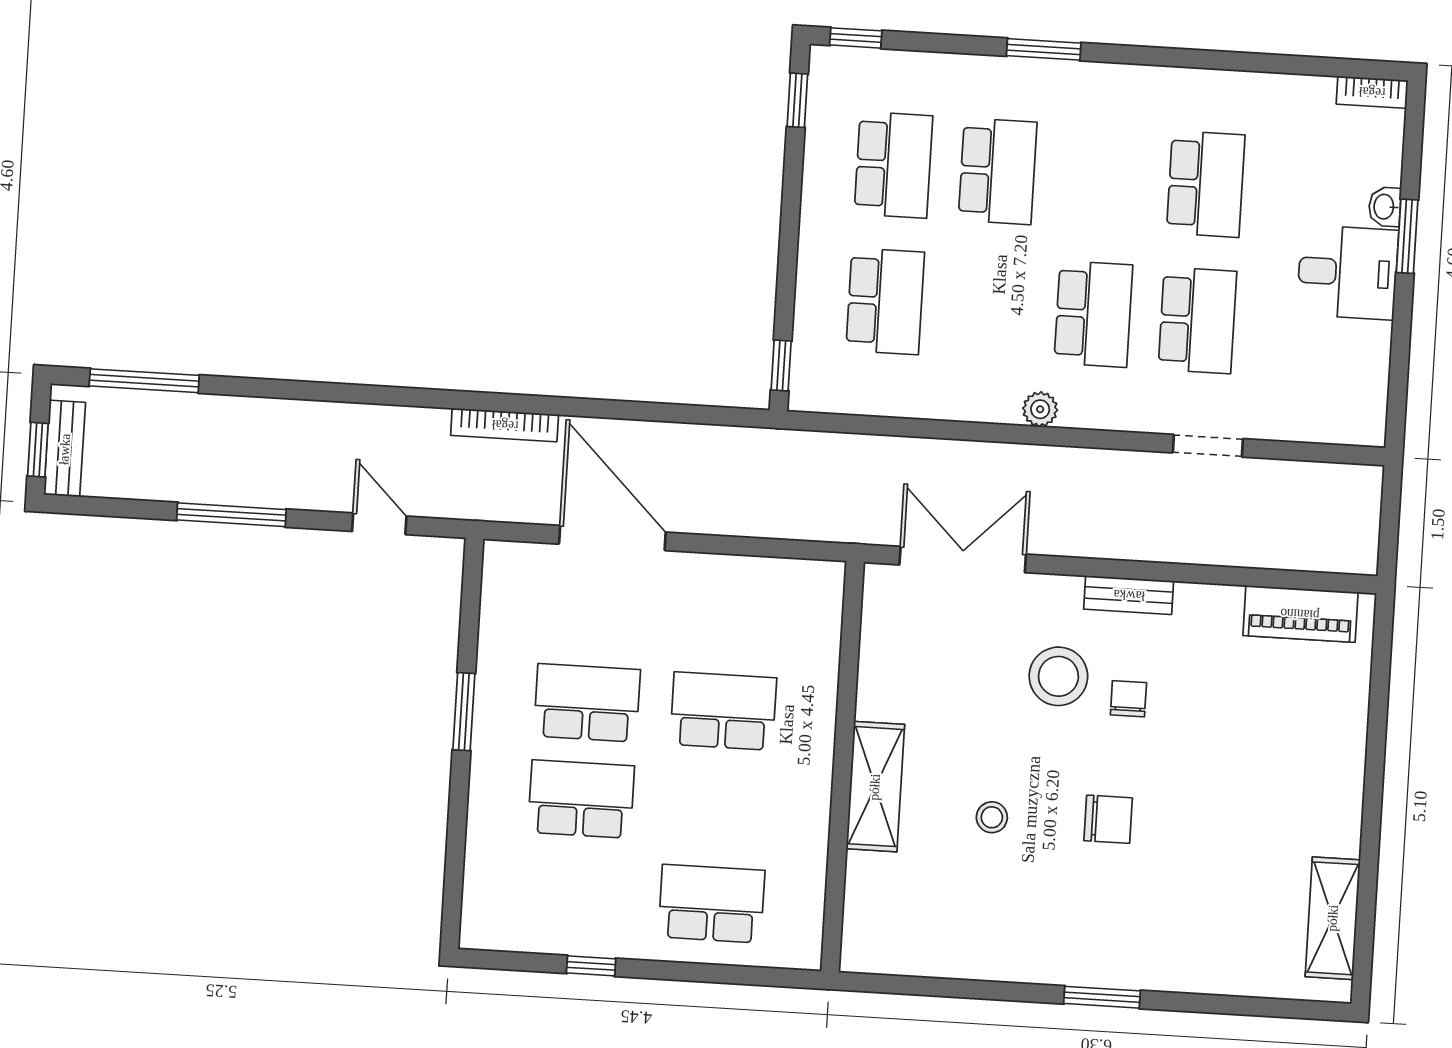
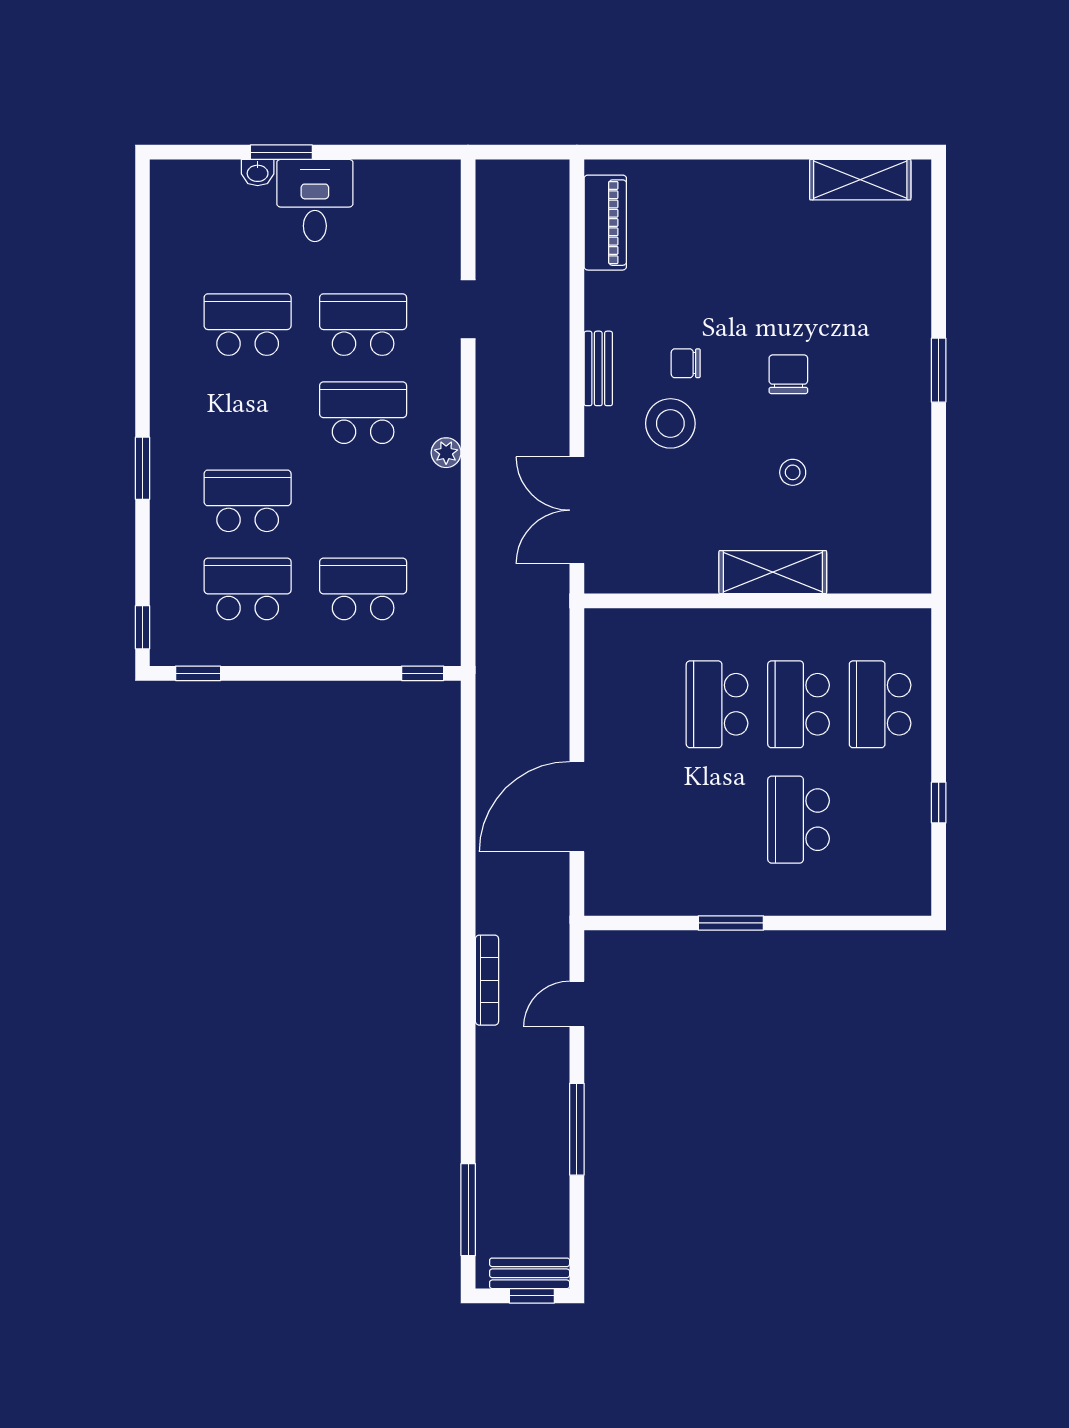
bookcase: (1372, 92) -> (162, 189), removed
bookcase: (505, 425) -> (487, 980), moved
school desk: (587, 703) -> (799, 704), moved

